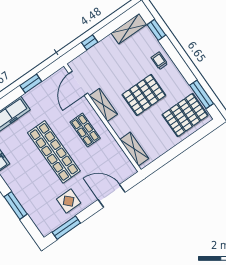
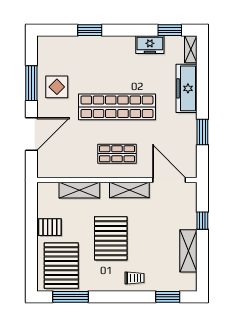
shelving: (129, 29) -> (188, 251), moved
pallet: (165, 141) -> (50, 227), added
shelving: (134, 149) -> (79, 190), moved
window: (16, 205) -> (90, 30), width x0.69
window: (66, 228) -> (31, 83), moved

